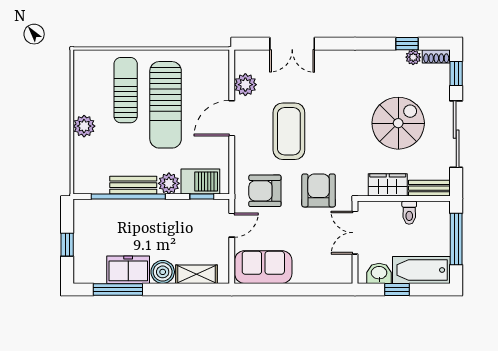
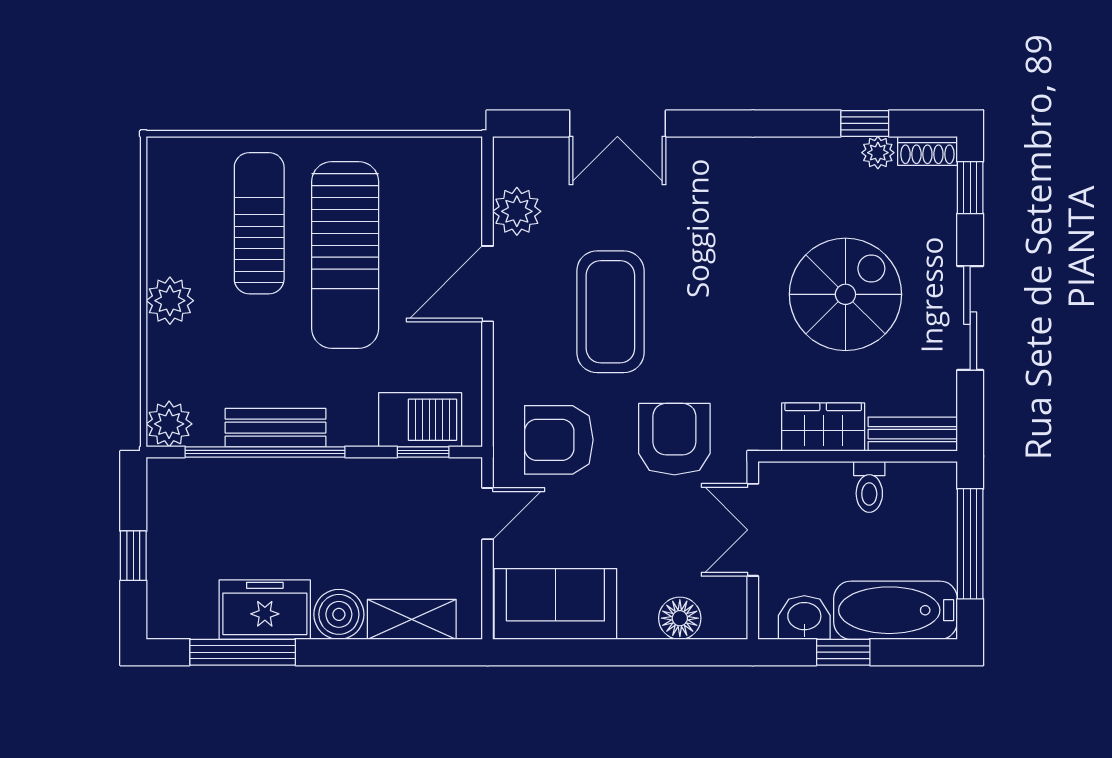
sliding door: (456, 134) -> (970, 318), width x0.73
plant: (169, 183) -> (169, 424), moved
floor lamp: (321, 274) -> (680, 618), added

